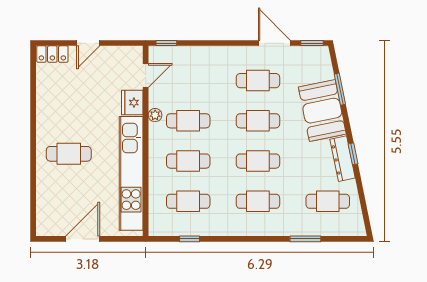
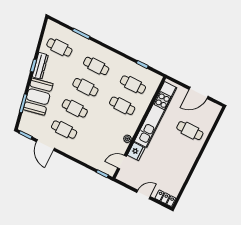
cafe table: (188, 121) -> (112, 127), removed
cafe table: (69, 154) -> (190, 131), moved

